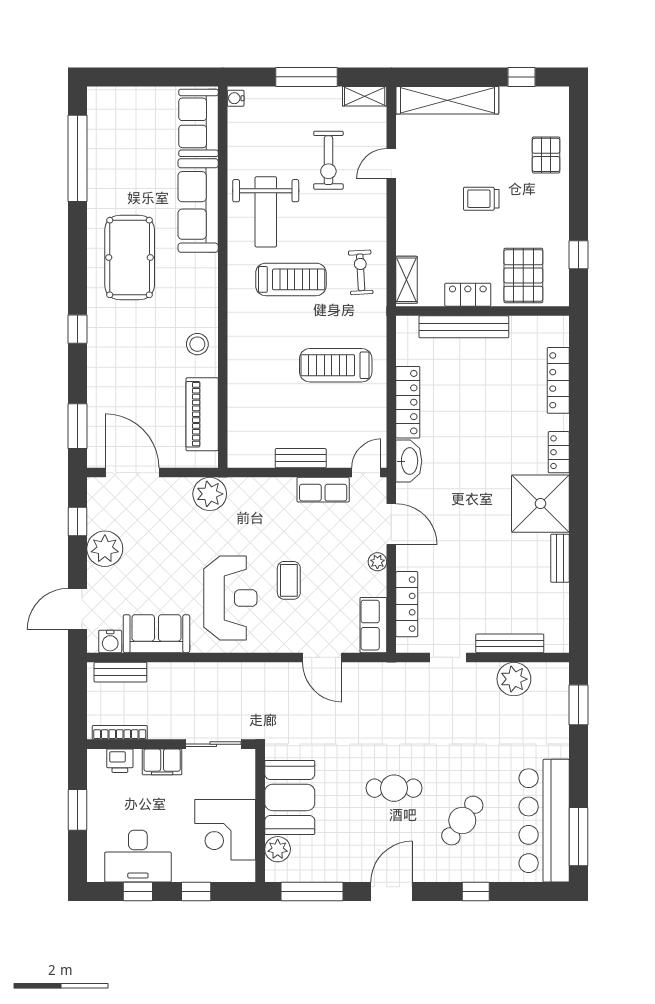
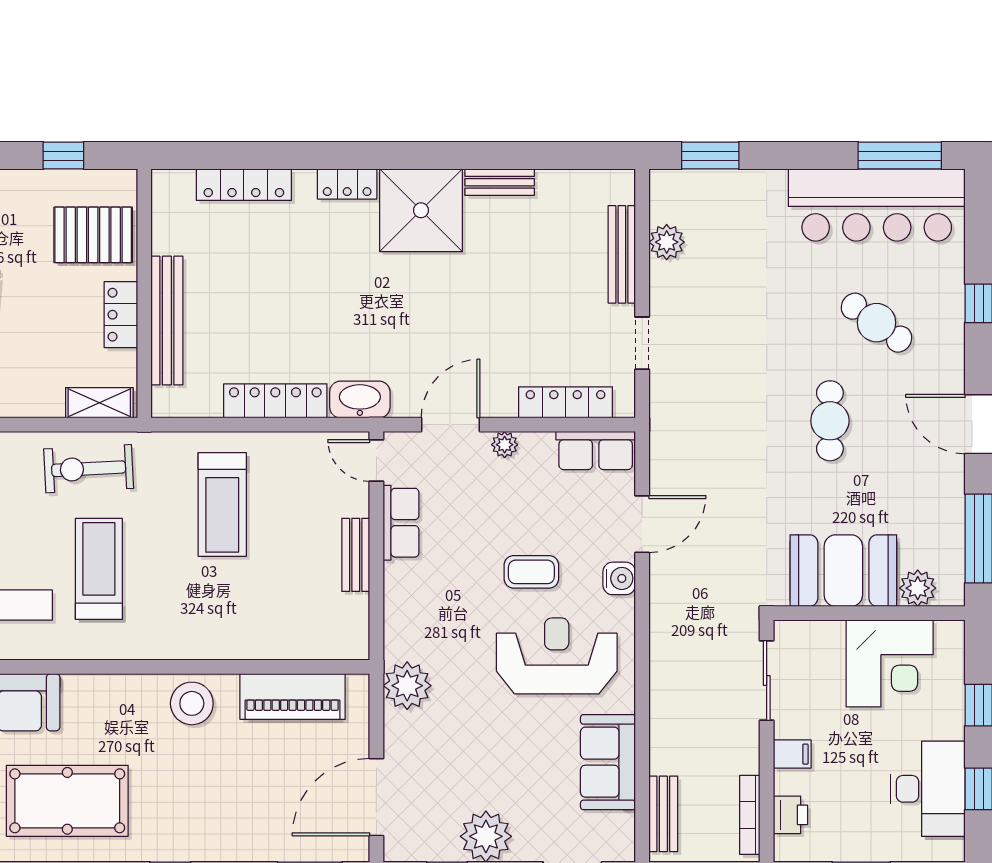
exercise bike: (361, 272) -> (89, 469), width x1.38, depth x1.39
stool: (197, 344) -> (192, 703), width x1.38, depth x1.38
water cooler: (110, 641) -> (619, 578), moved
plant: (514, 679) -> (667, 242), width x0.73, depth x0.73
filing cabinet: (162, 762) -> (792, 754), width x0.50

